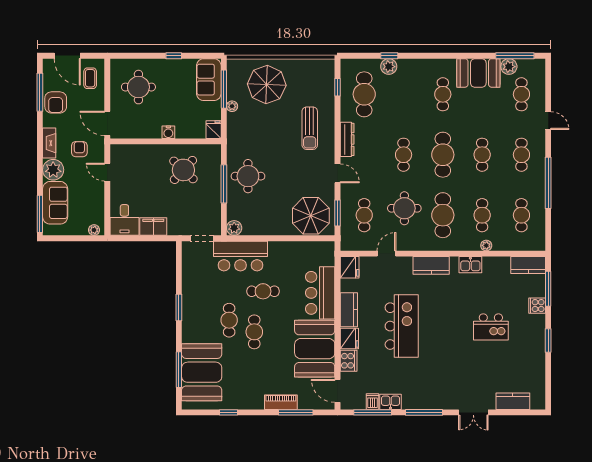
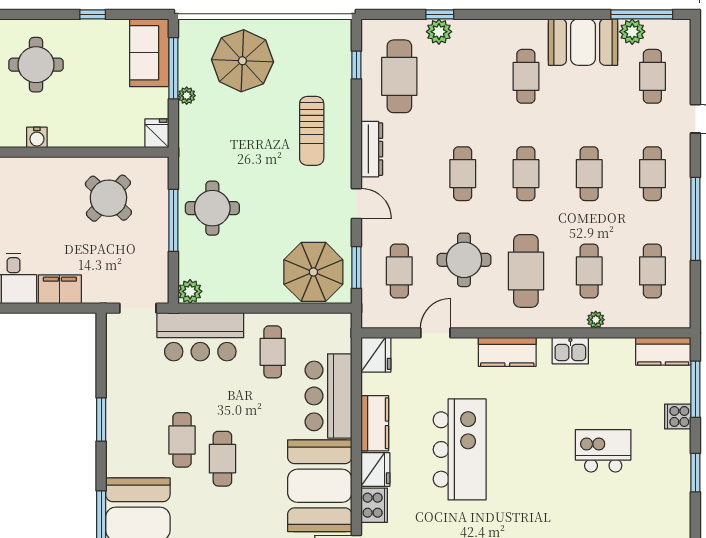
water cooler: (168, 132) -> (37, 137), moved
cafe table: (443, 155) -> (526, 174), width x0.73, depth x0.74
cafe table: (263, 291) -> (273, 352), moved, turned 90
kitchen island: (491, 327) -> (603, 451), turned 180

